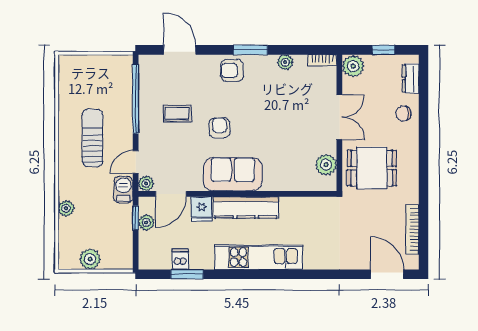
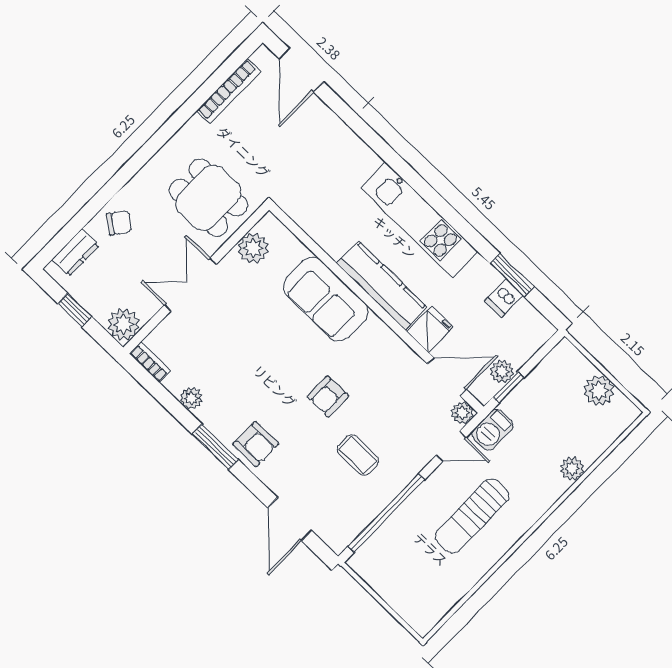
chair: (403, 113) -> (119, 223), turned -50
sofa: (233, 174) -> (326, 299), moved

